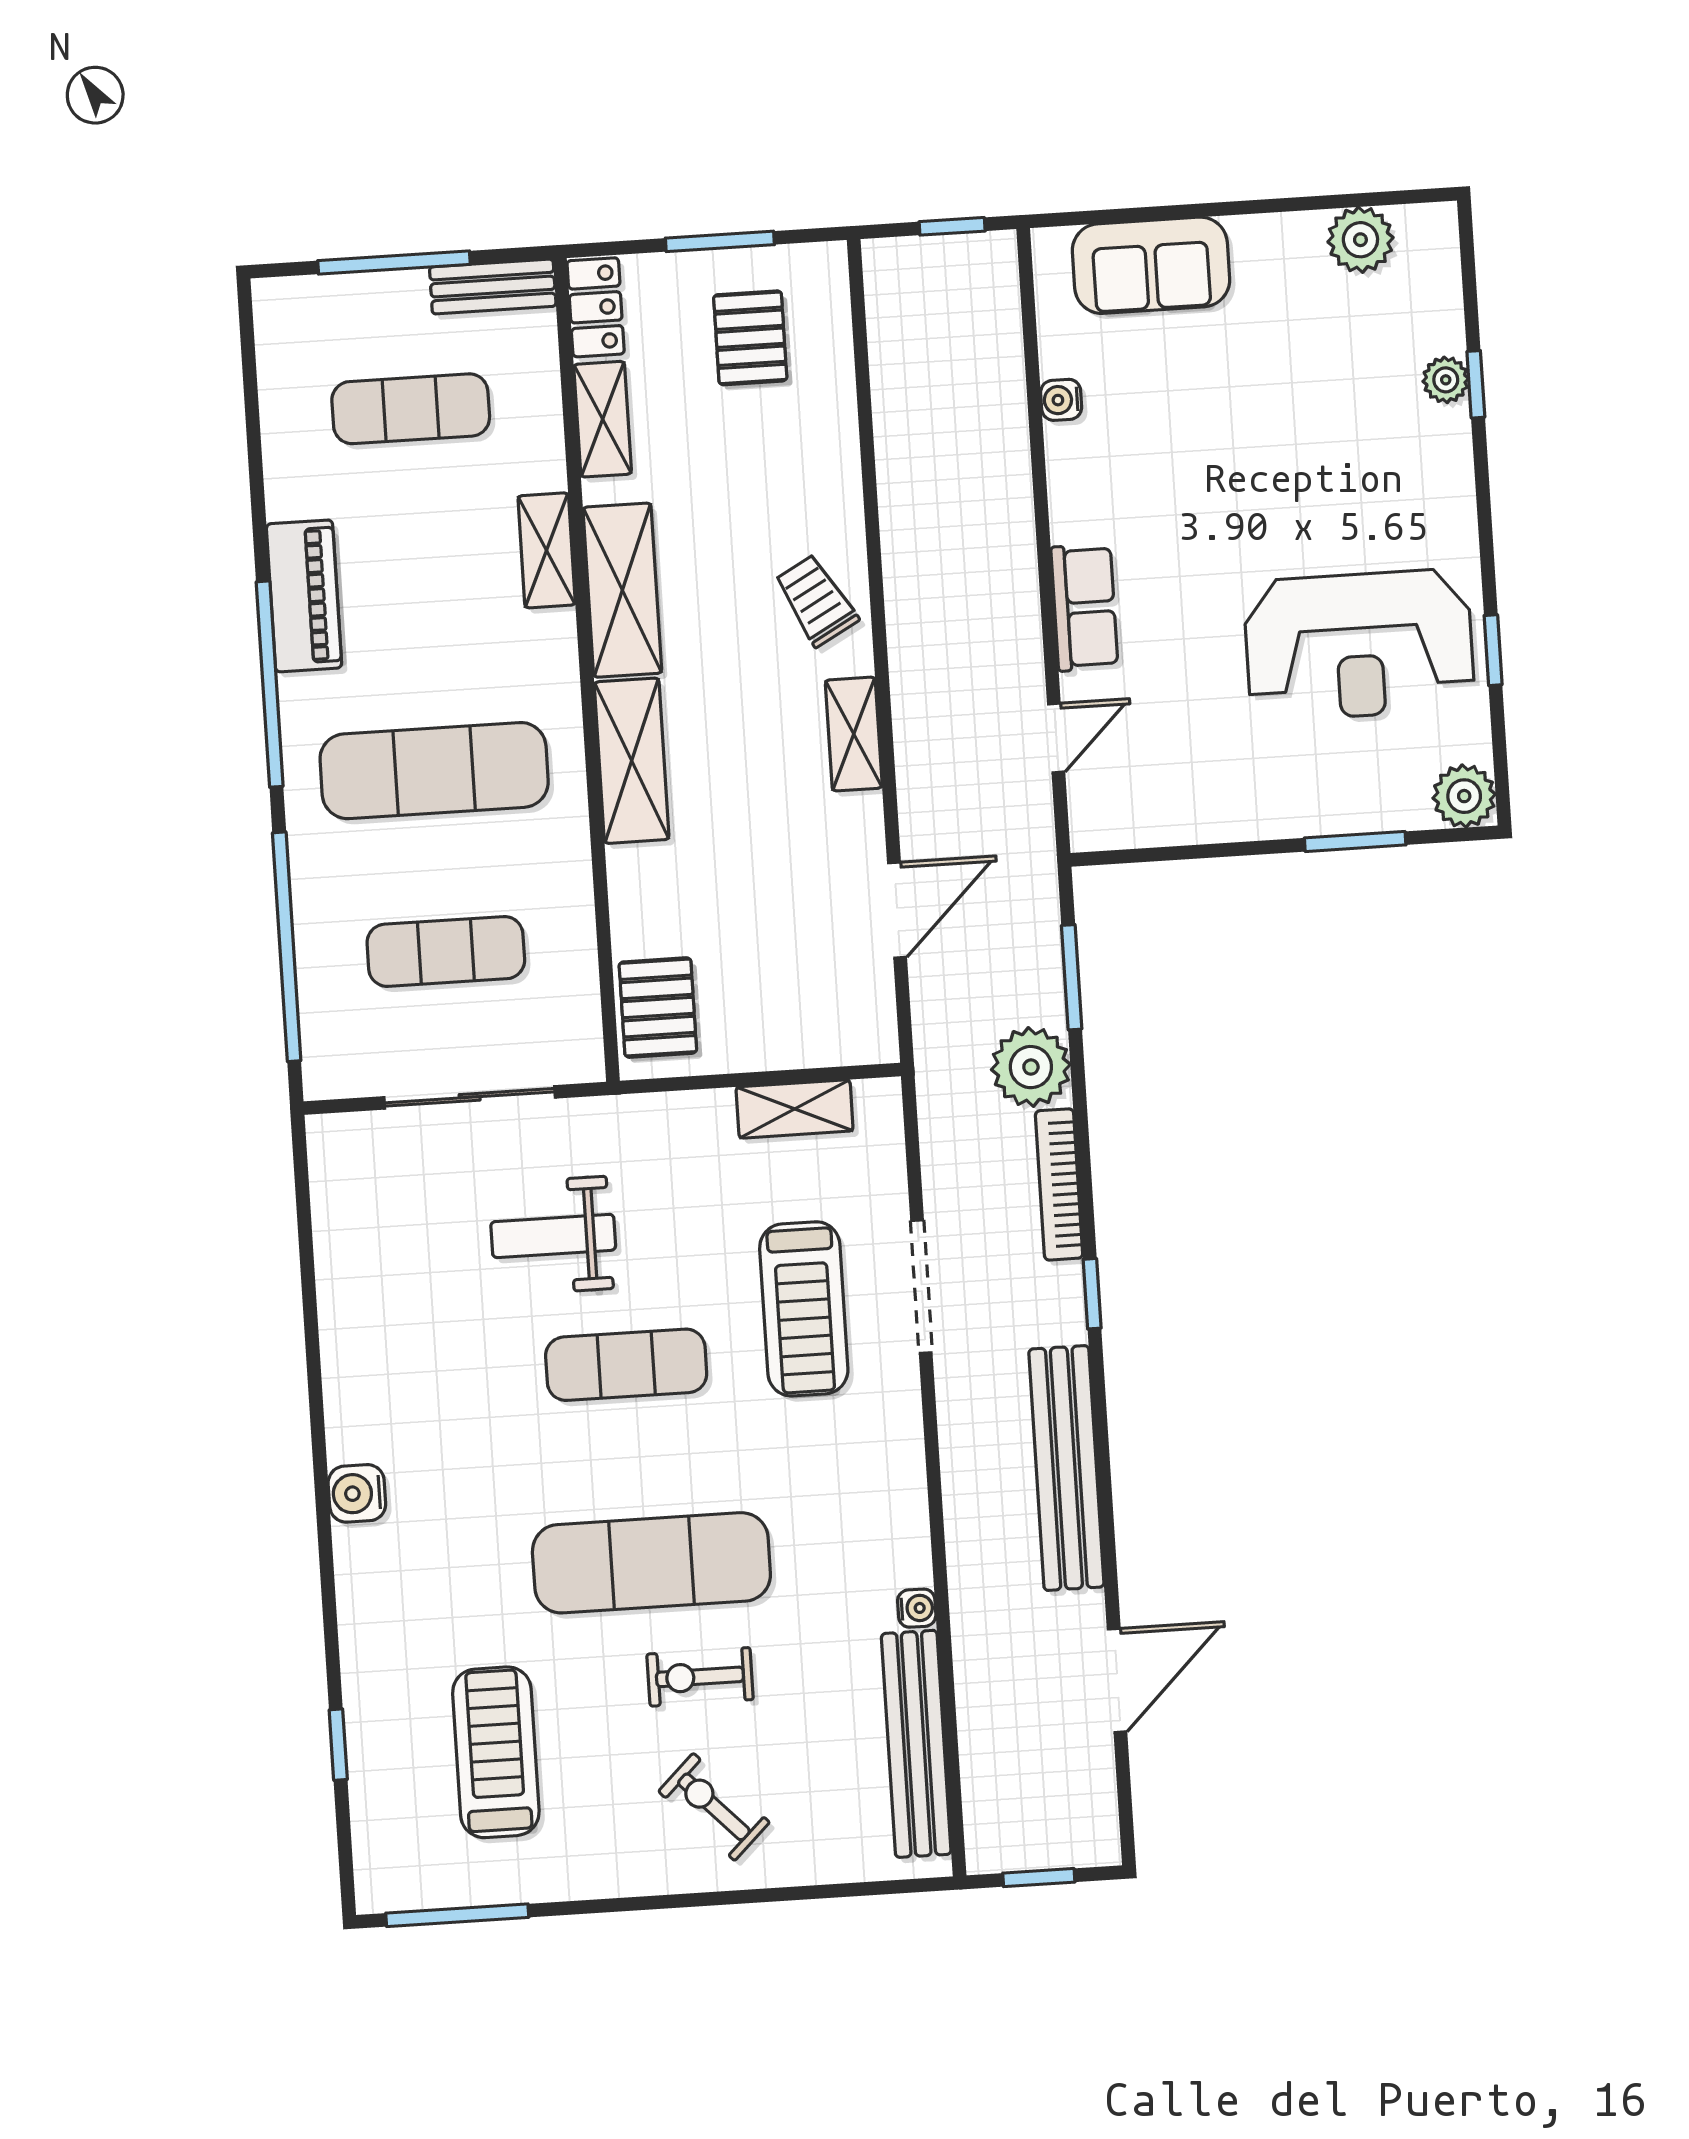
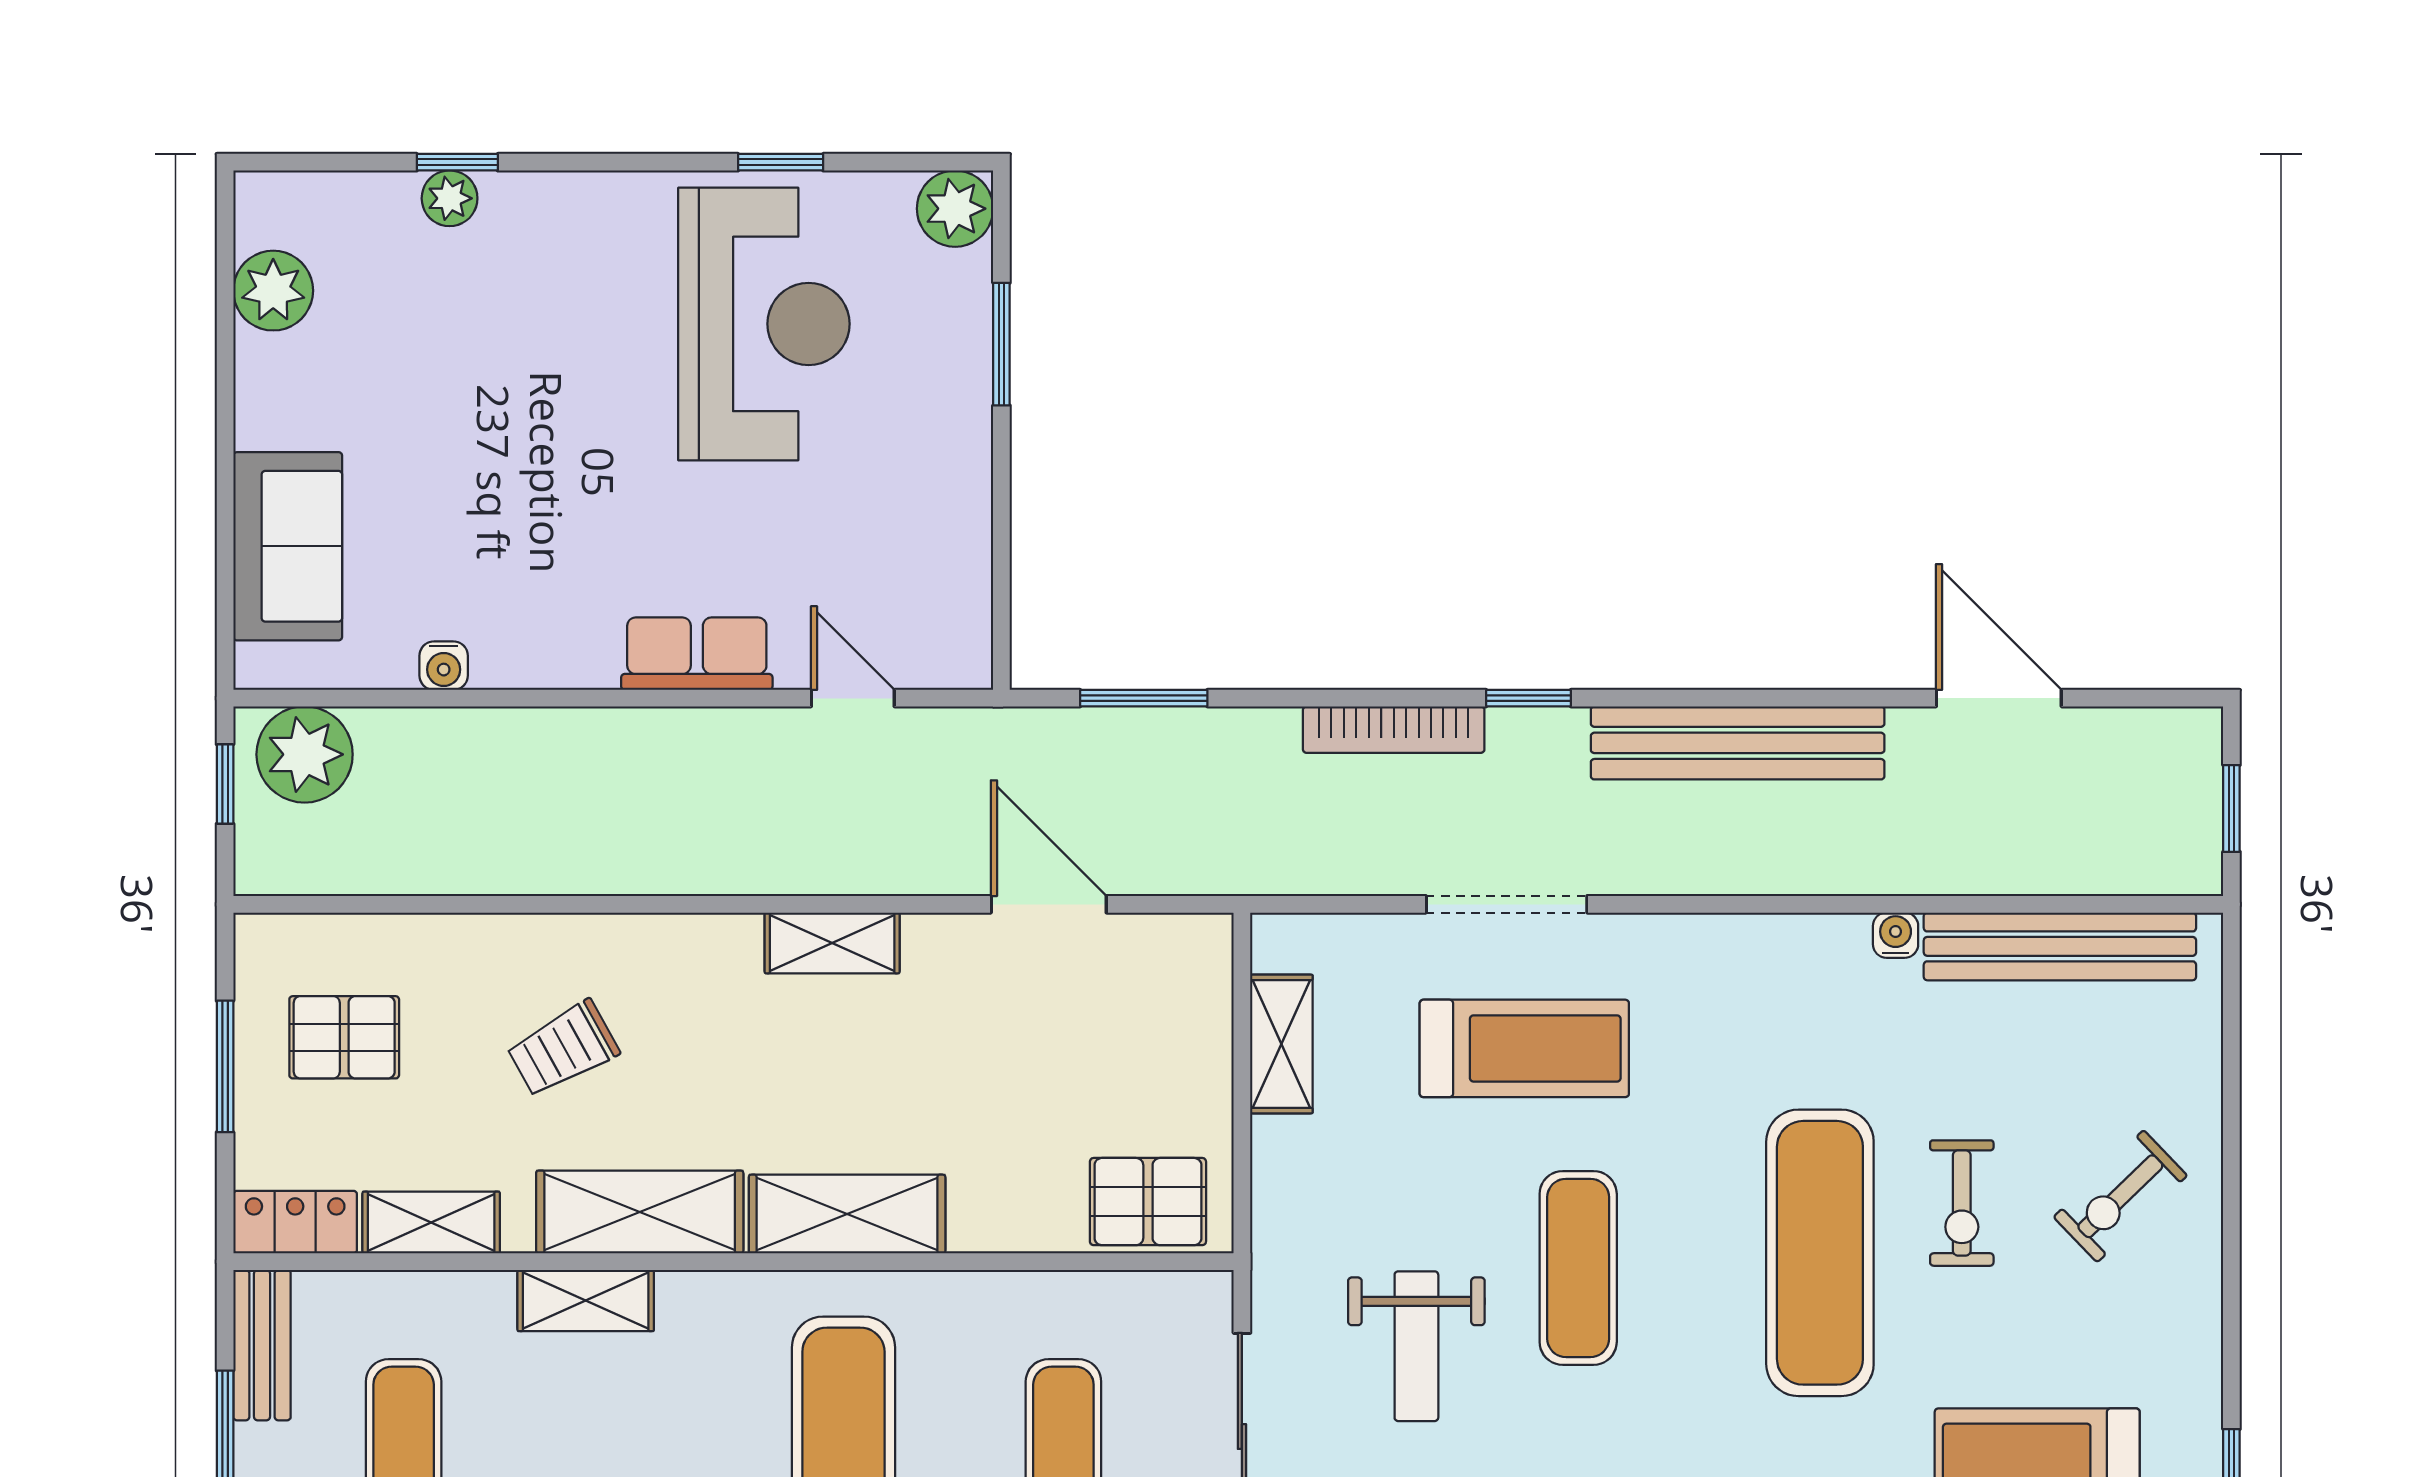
trolley: (816, 600) -> (563, 1049), moved
plant: (1031, 1067) -> (305, 754), moved

